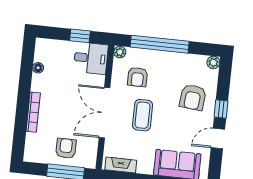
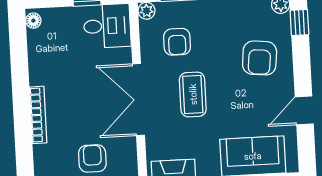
floor lamp: (38, 68) -> (33, 21), moved
window: (221, 109) -> (299, 22), moved

